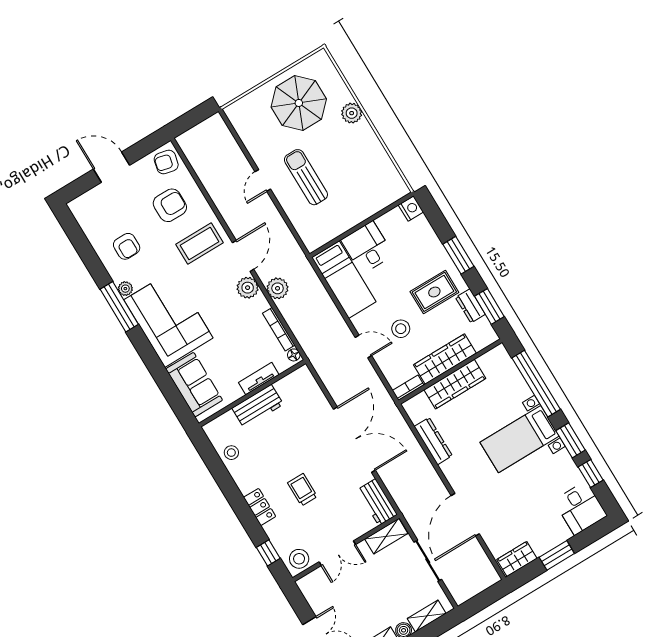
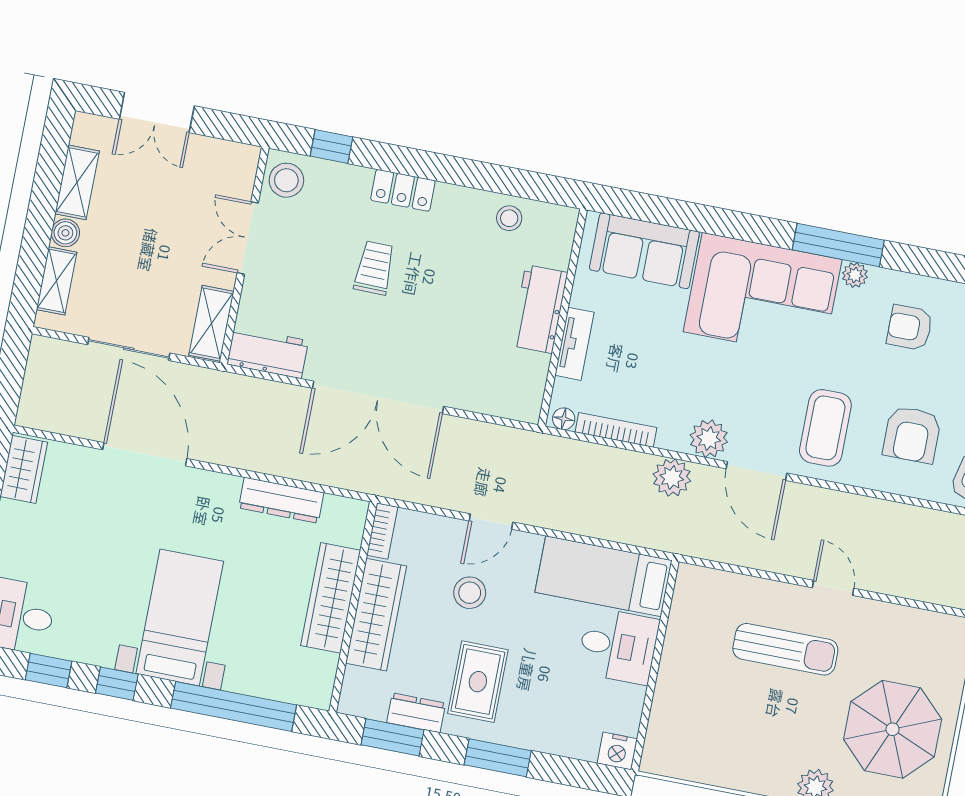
window: (570, 440) -> (117, 684), width x0.67
trolley: (302, 490) -> (374, 268), turned -89

